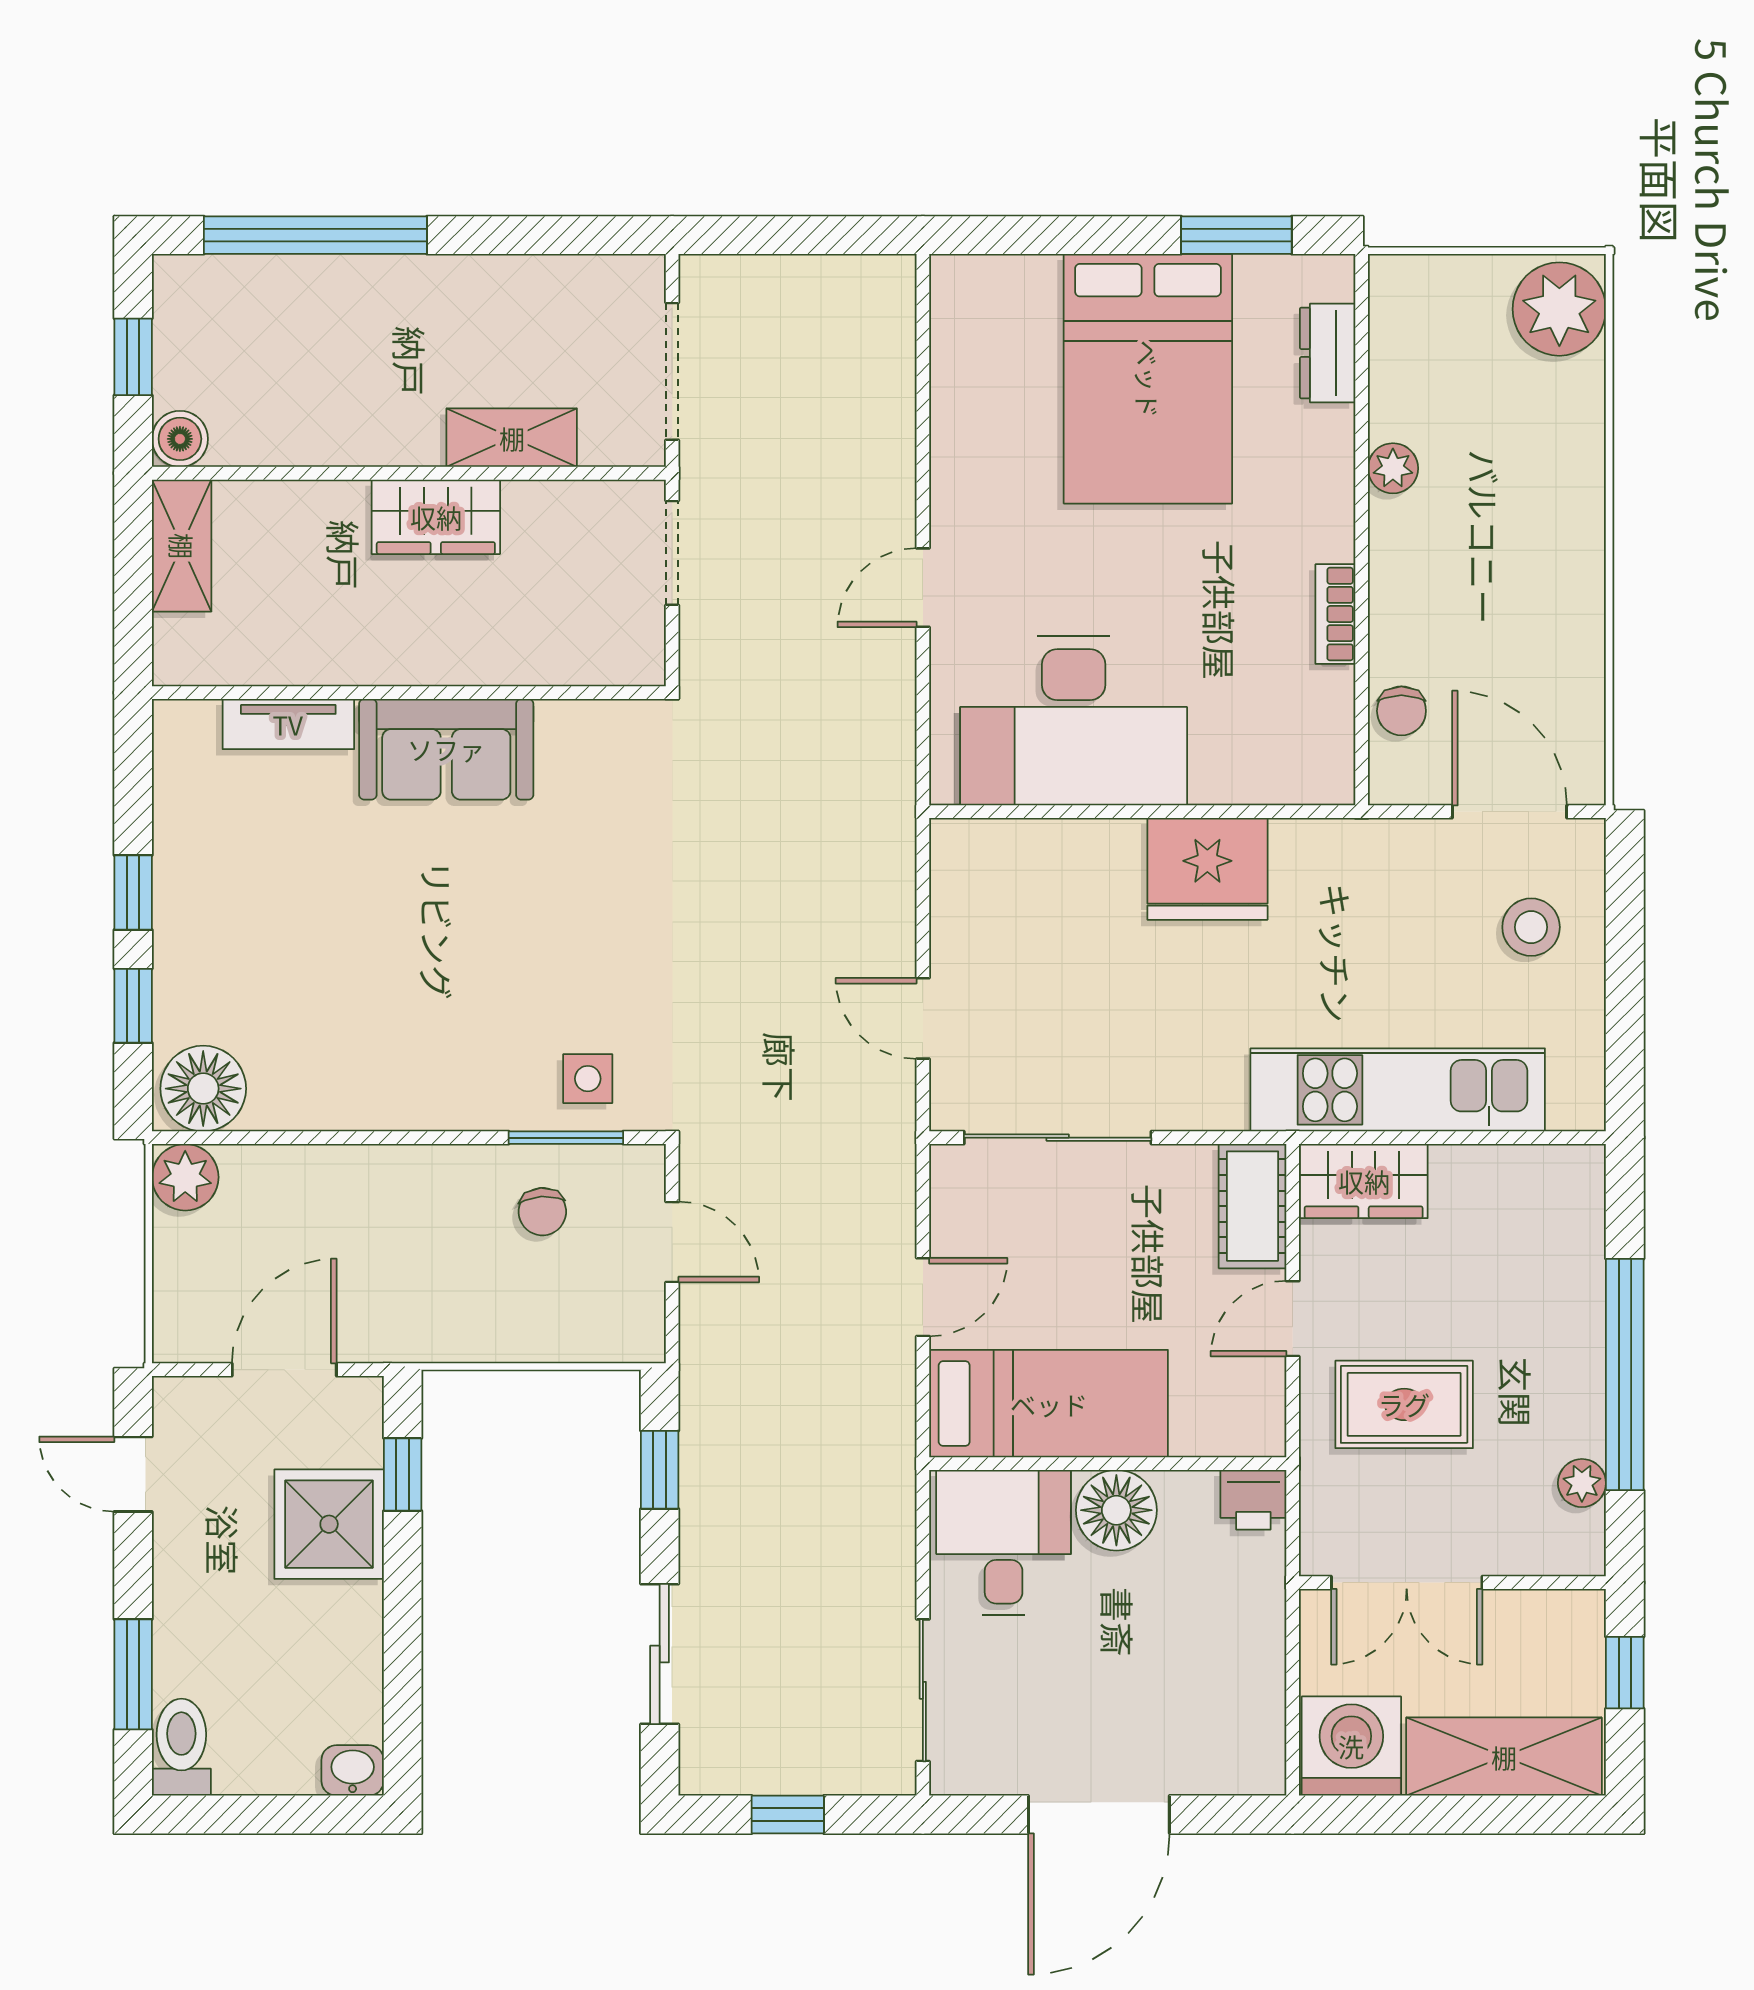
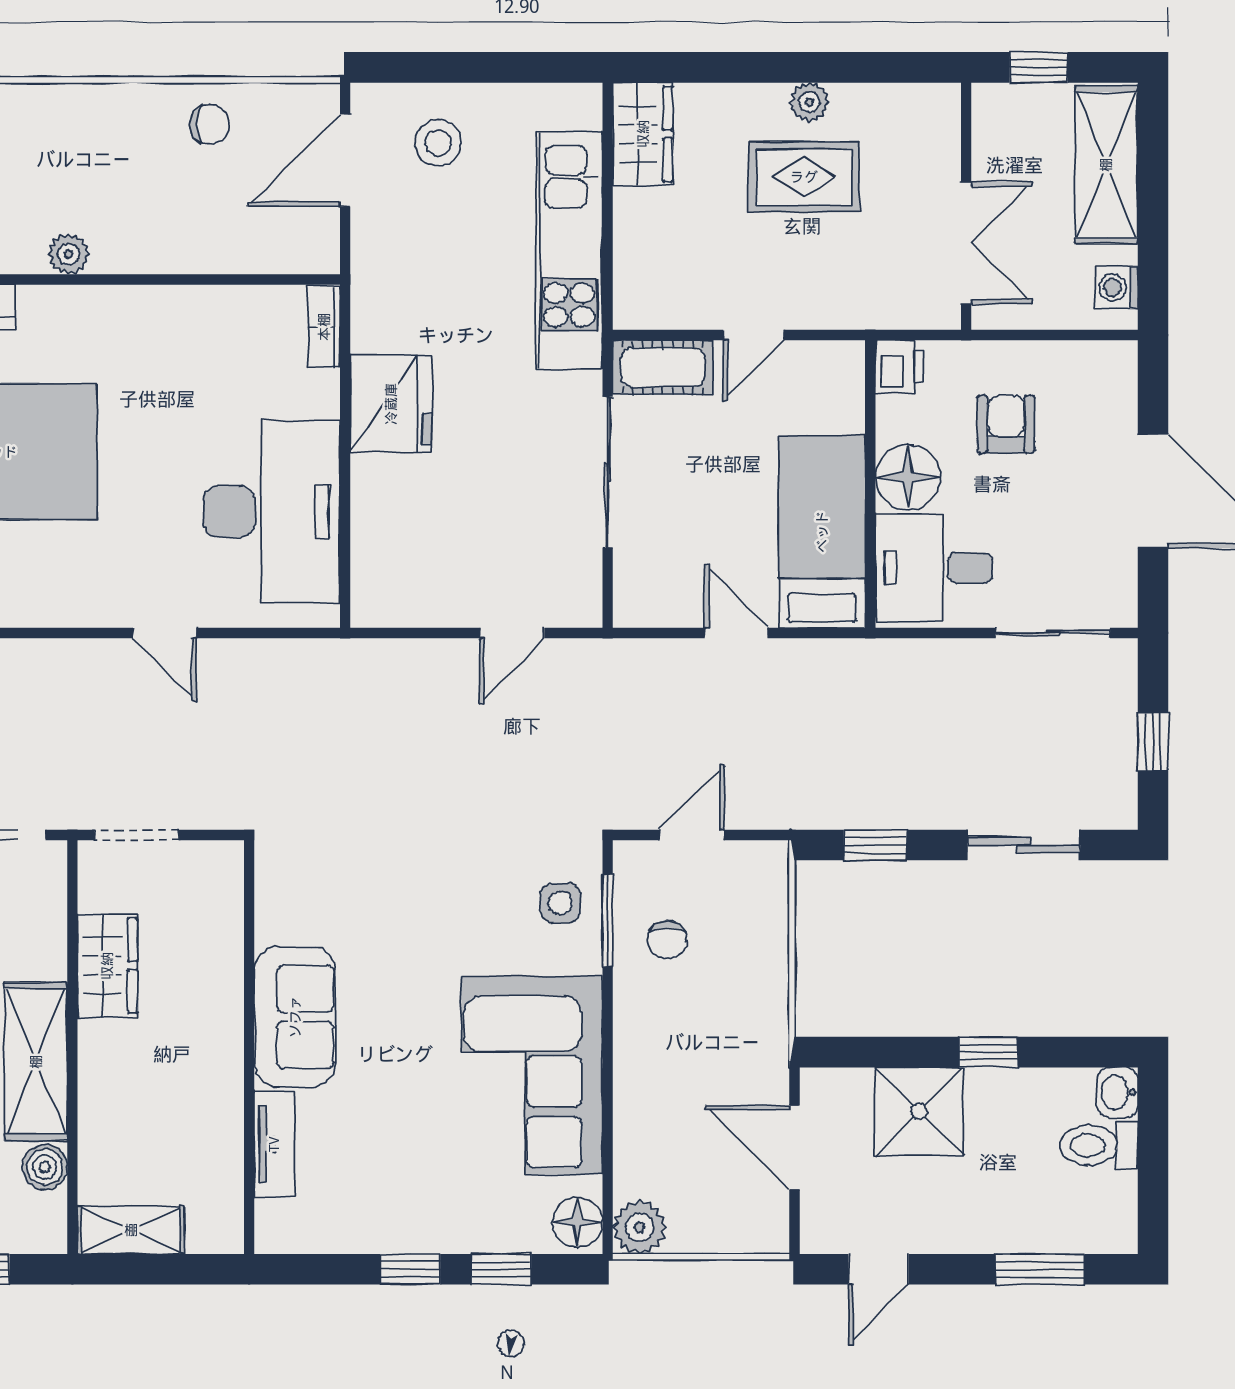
shelving: (512, 438) -> (36, 1062), moved, width x1.50, depth x1.33
boiler: (180, 439) -> (45, 1167), moved
wardrobe: (436, 517) -> (107, 966), moved
bookcase: (1335, 614) -> (324, 327), moved, turned 90
chair: (1401, 711) -> (209, 124), moved
corner sofa: (374, 1044) -> (532, 1075), added
floor lamp: (203, 1089) -> (577, 1222), width x0.73, depth x0.73
sliding door: (1058, 1138) -> (608, 472), moved
wardrobe: (1364, 1181) -> (643, 134), moved
chair: (542, 1212) -> (667, 939), turned 94
door: (1293, 1319) -> (753, 335), hinge flipped
window: (1625, 1375) -> (799, 67), removed
rug: (1404, 1404) -> (804, 177), moved, turned 90
window: (403, 1475) -> (988, 1052), moved
plant: (1582, 1483) -> (809, 102), moved
armchair: (1182, 1632) -> (1006, 424), added
washing machine: (1351, 1746) -> (1117, 288), width x0.53, depth x0.53
toilet: (181, 1747) -> (1099, 1145), moved

